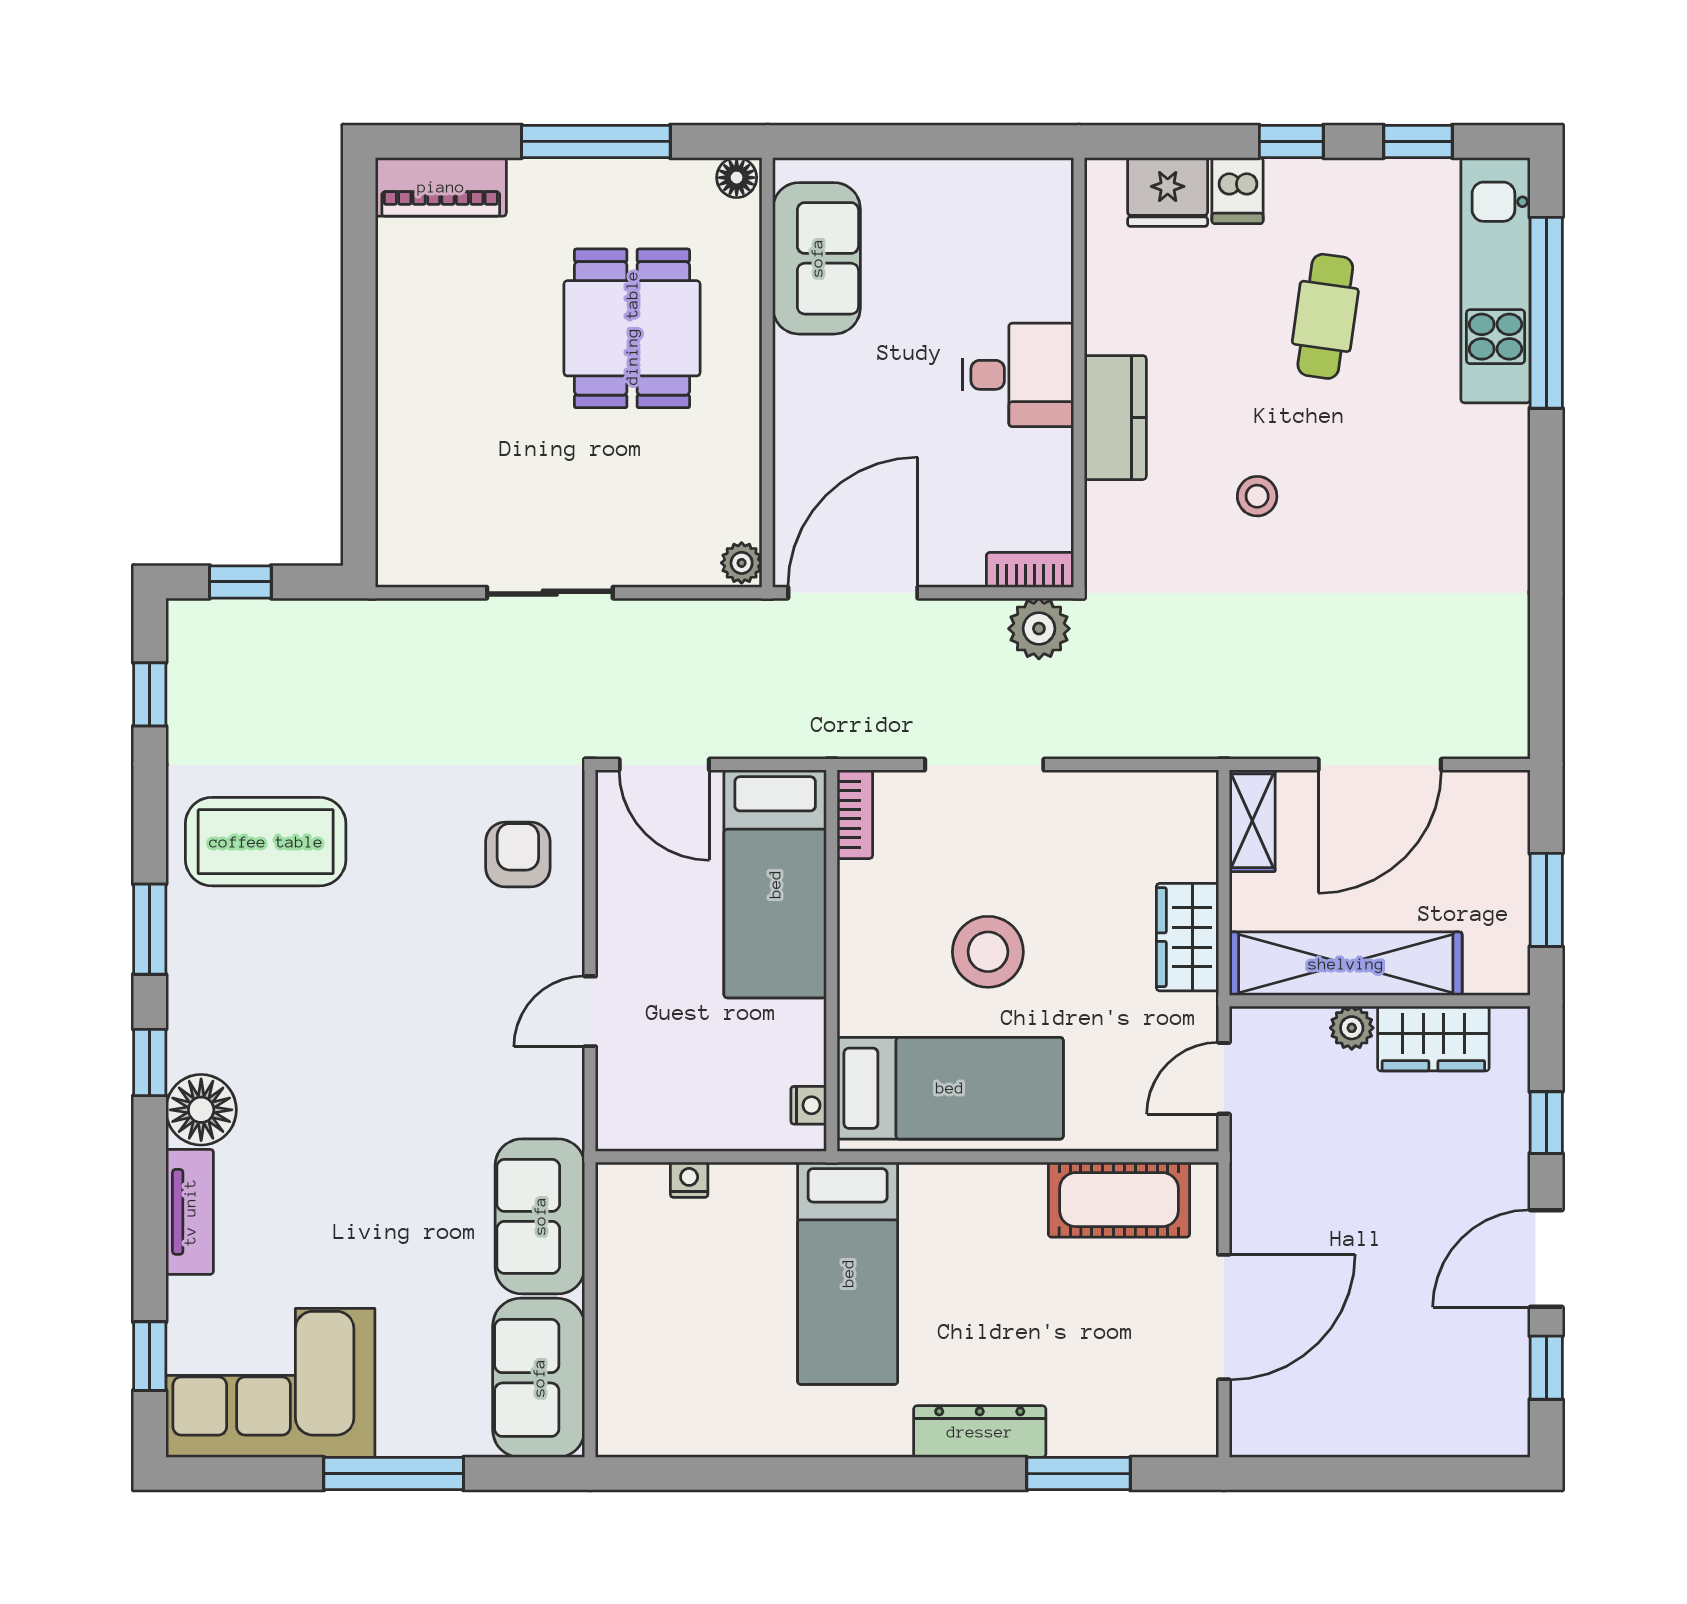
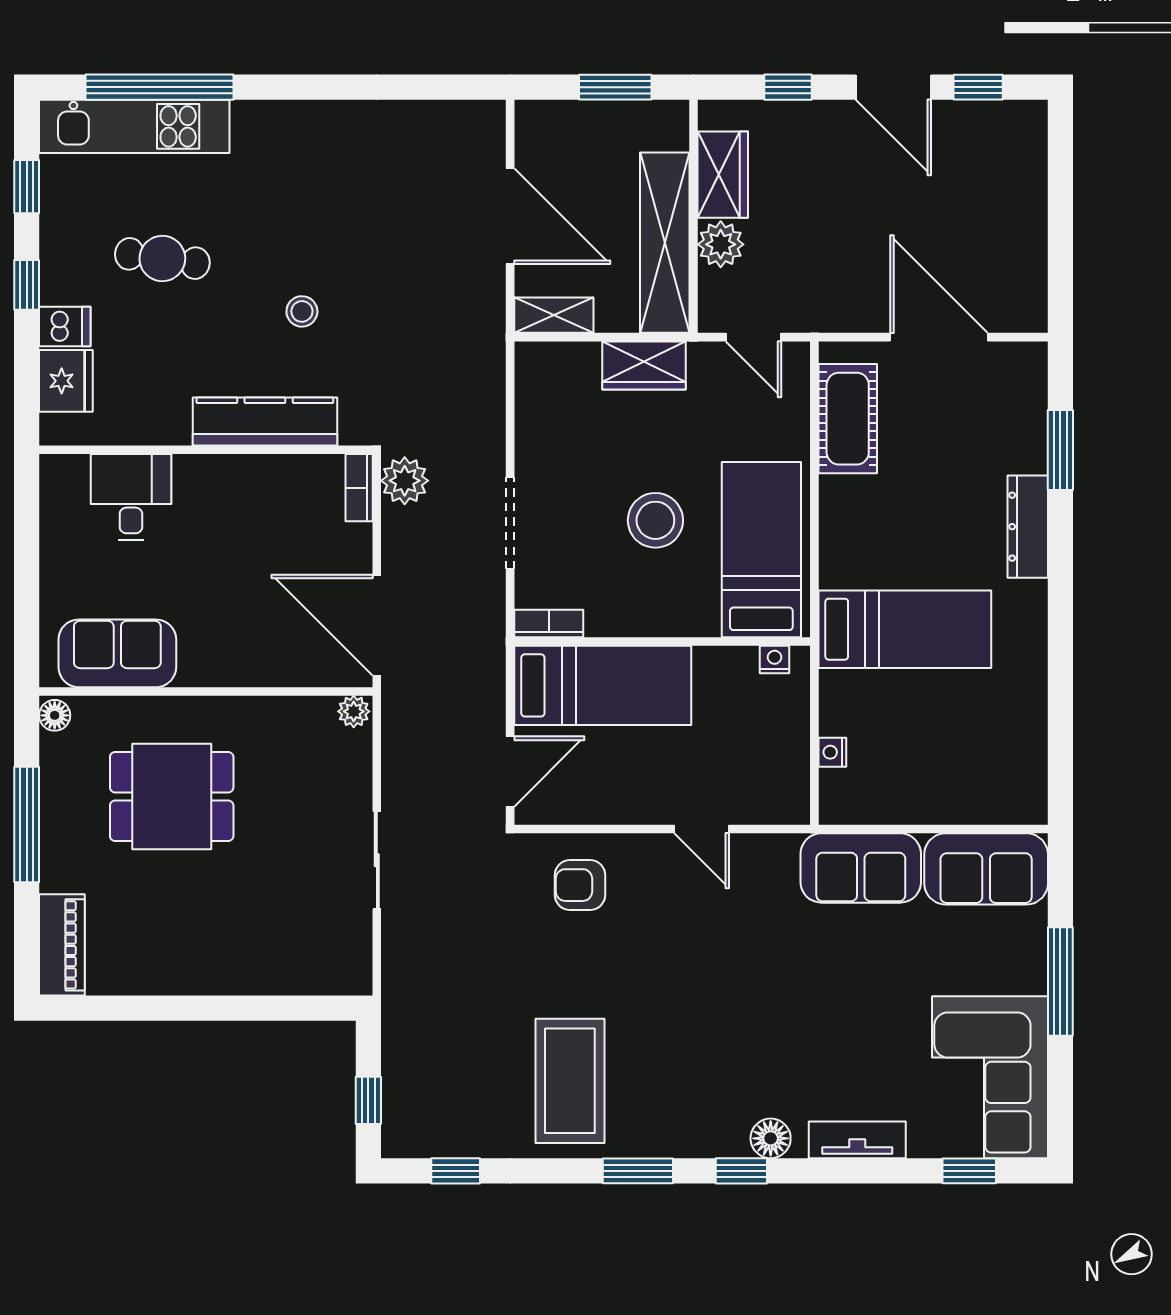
desk: (1018, 375) -> (131, 497), moved
kitchen counter: (1115, 418) -> (265, 421), width x1.50
plant: (1352, 1028) -> (721, 244), width x1.38, depth x1.38
floor lamp: (201, 1110) -> (771, 1138), width x0.73, depth x0.73

